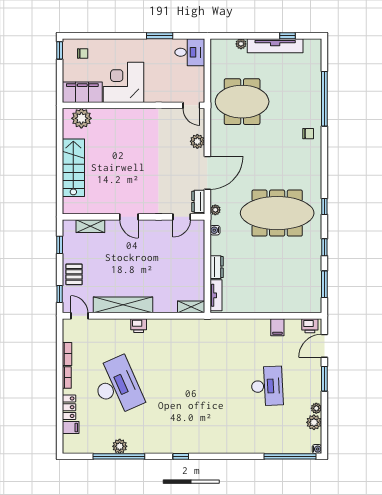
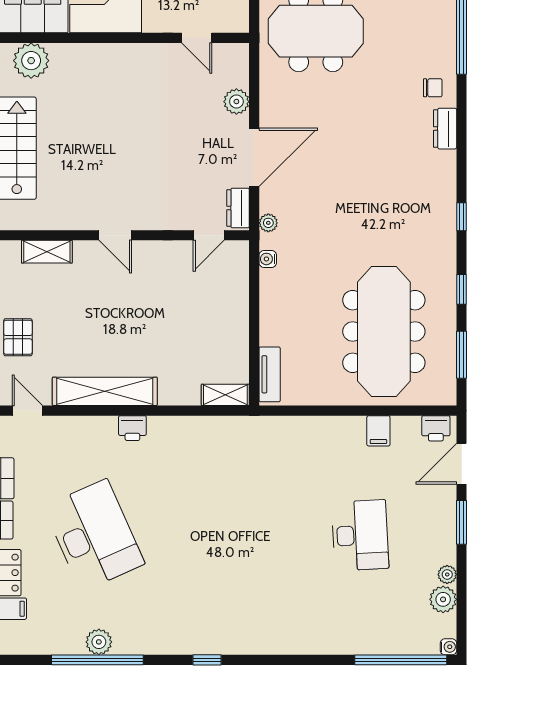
door: (191, 105) -> (197, 38), moved
meeting table: (277, 213) -> (384, 331), moved, turned 90
dresser: (217, 267) -> (445, 129), moved, turned 180

